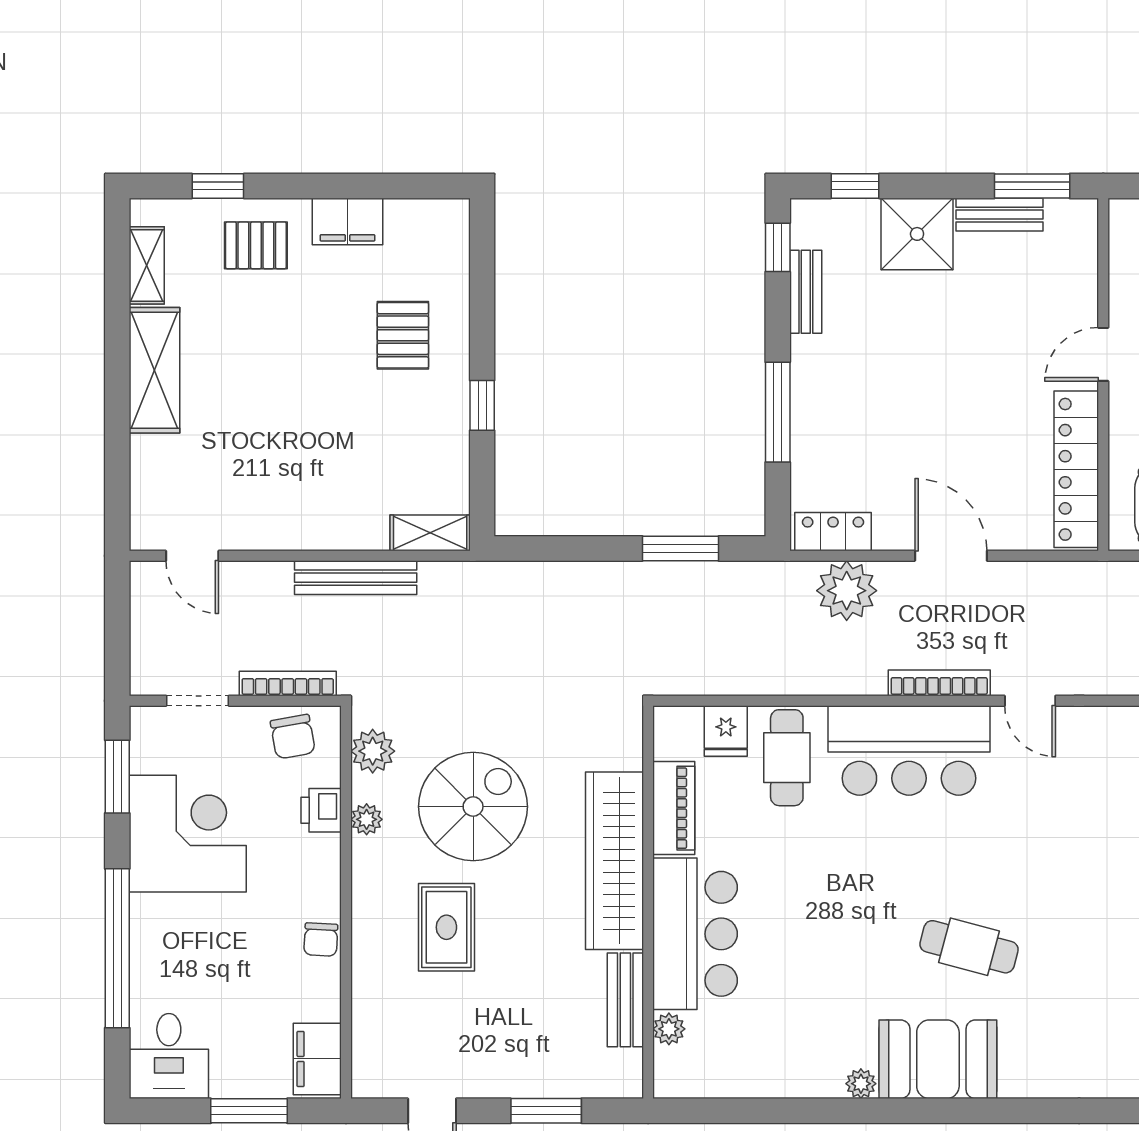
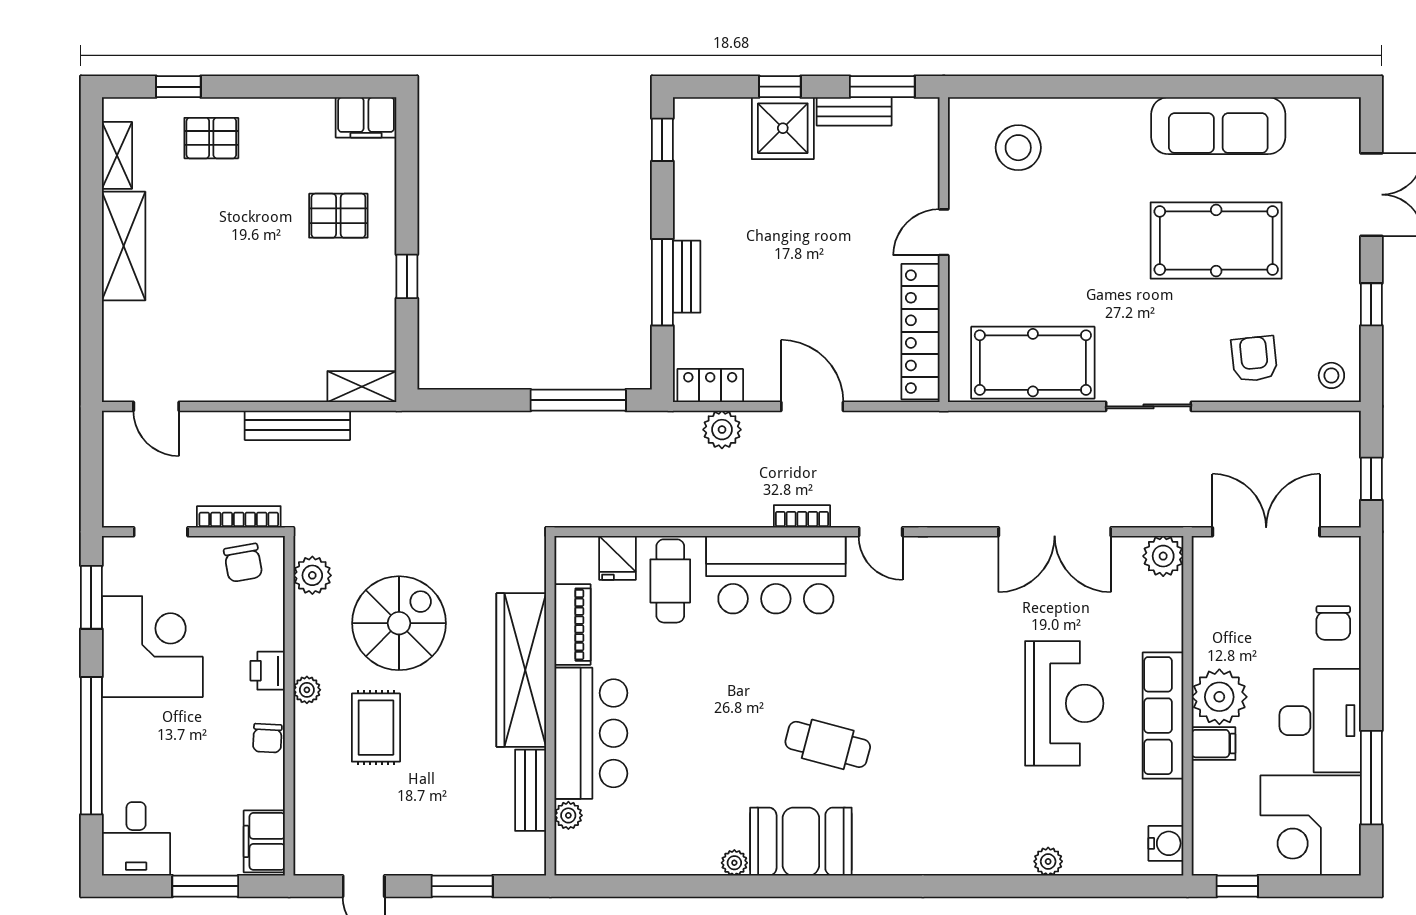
window: (855, 186) -> (780, 87), moved
filing cabinet: (347, 221) -> (366, 117), moved
bench: (806, 292) -> (687, 277), moved
pallet: (403, 335) -> (338, 216), turned 90
window: (680, 548) -> (578, 400), width x1.44
plant: (847, 591) -> (722, 430), width x0.73, depth x0.73
bookcase: (939, 683) -> (802, 516), width x0.64
printer: (321, 810) -> (268, 671), moved
plant: (367, 819) -> (307, 690), moved

